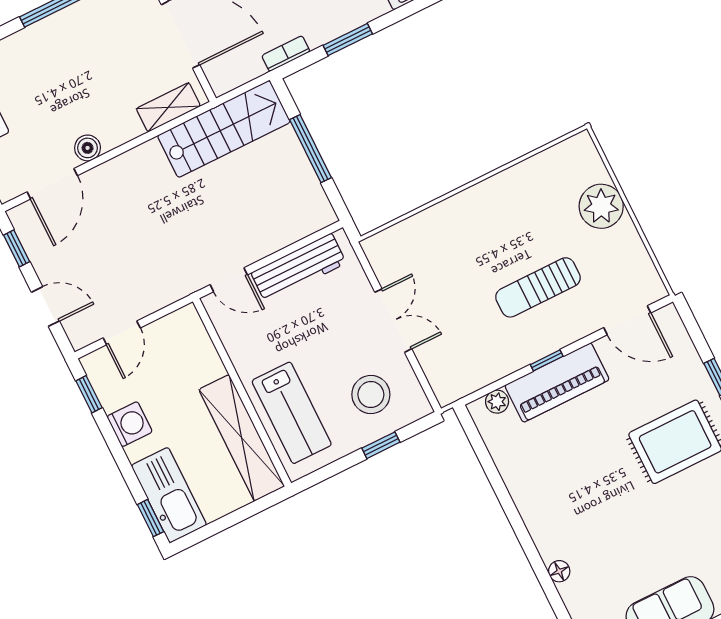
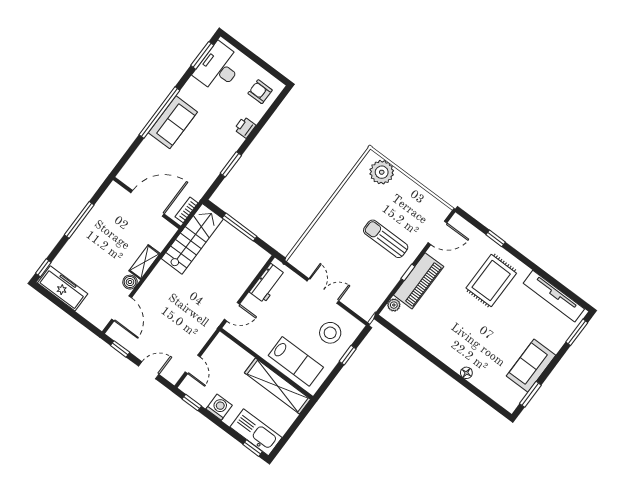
bookcase: (286, 54) -> (187, 210), moved
shelving: (168, 107) -> (145, 262), moved
plant: (601, 206) -> (382, 172), moved
workbench: (299, 268) -> (267, 283), width x0.73
sun lounger: (538, 287) -> (386, 239), turned 90

